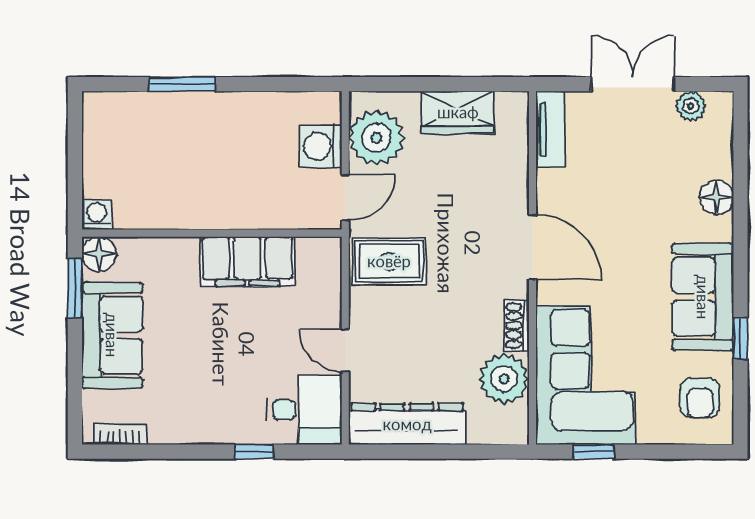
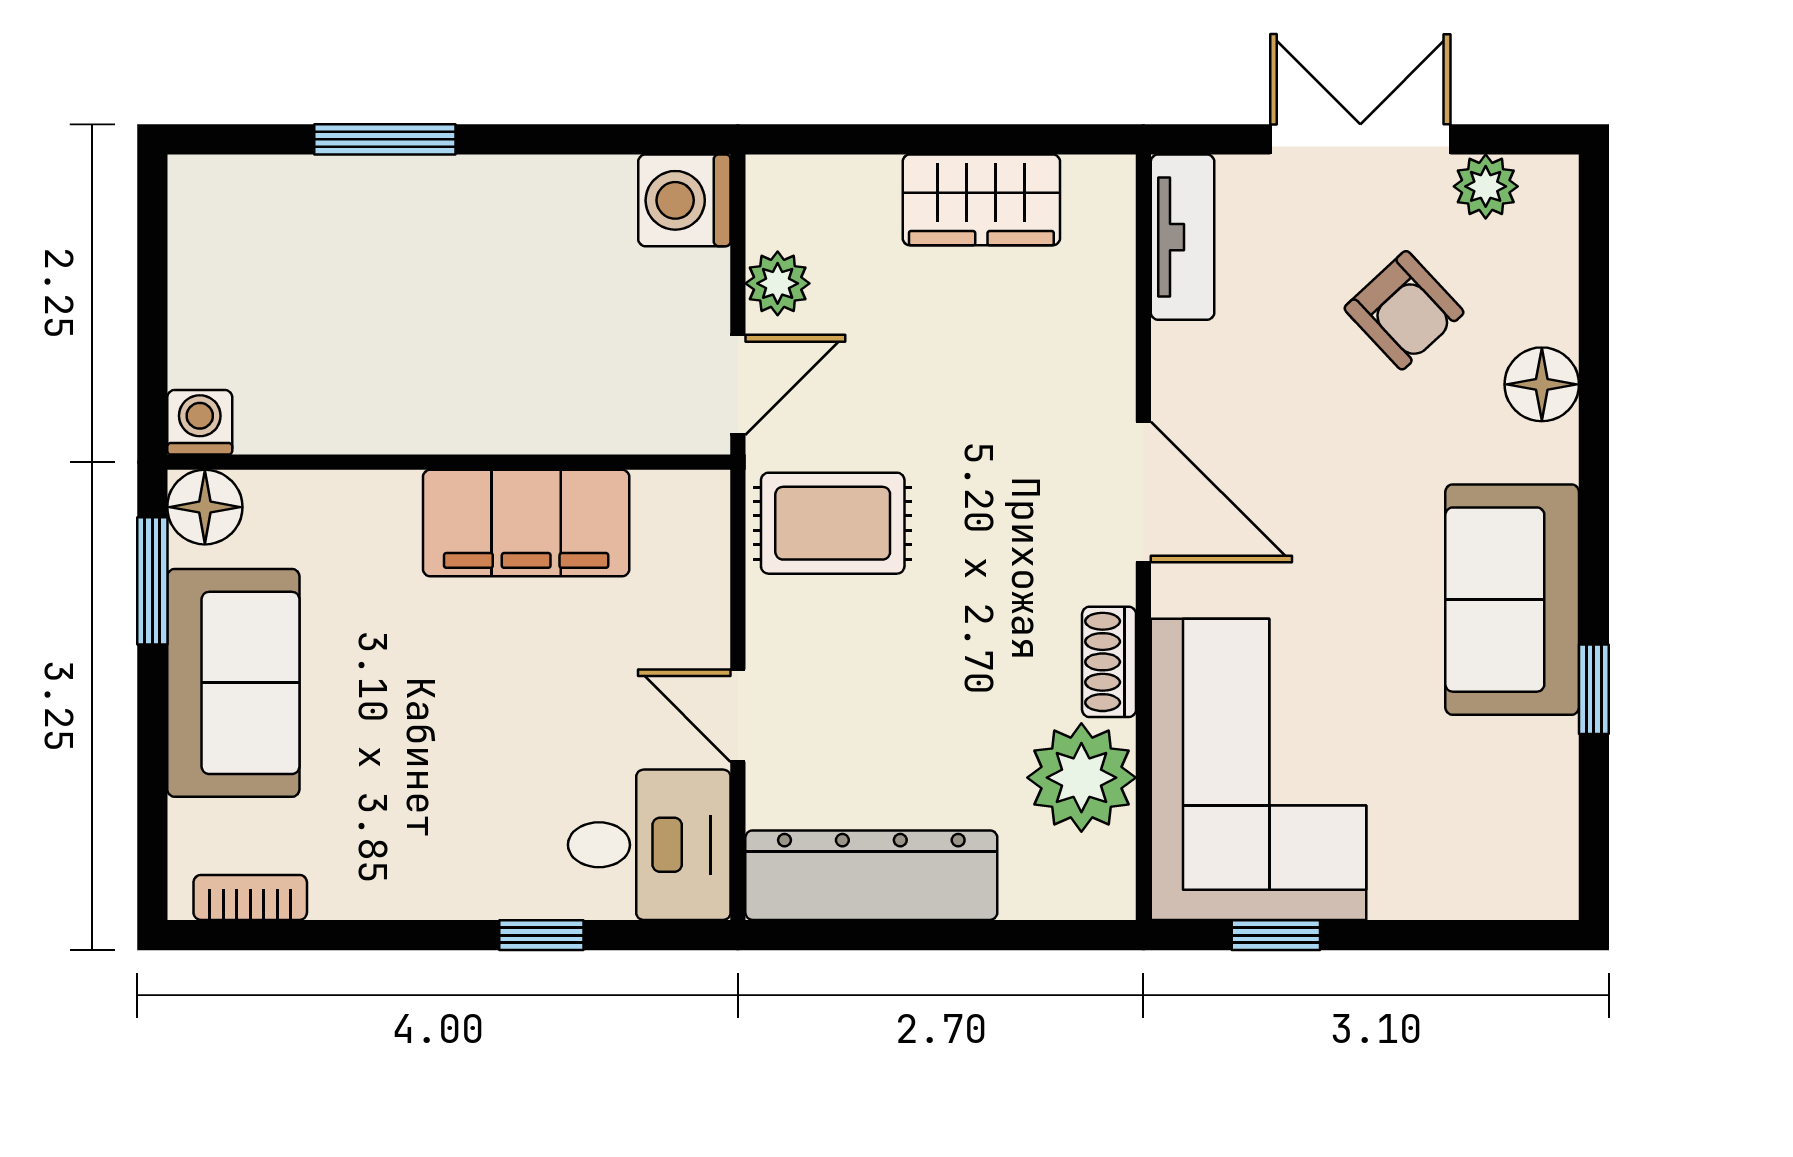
plant: (376, 138) -> (778, 283), width x0.53, depth x0.53
washing machine: (321, 146) -> (684, 200), moved
armchair: (700, 398) -> (1404, 310), moved, turned -43

